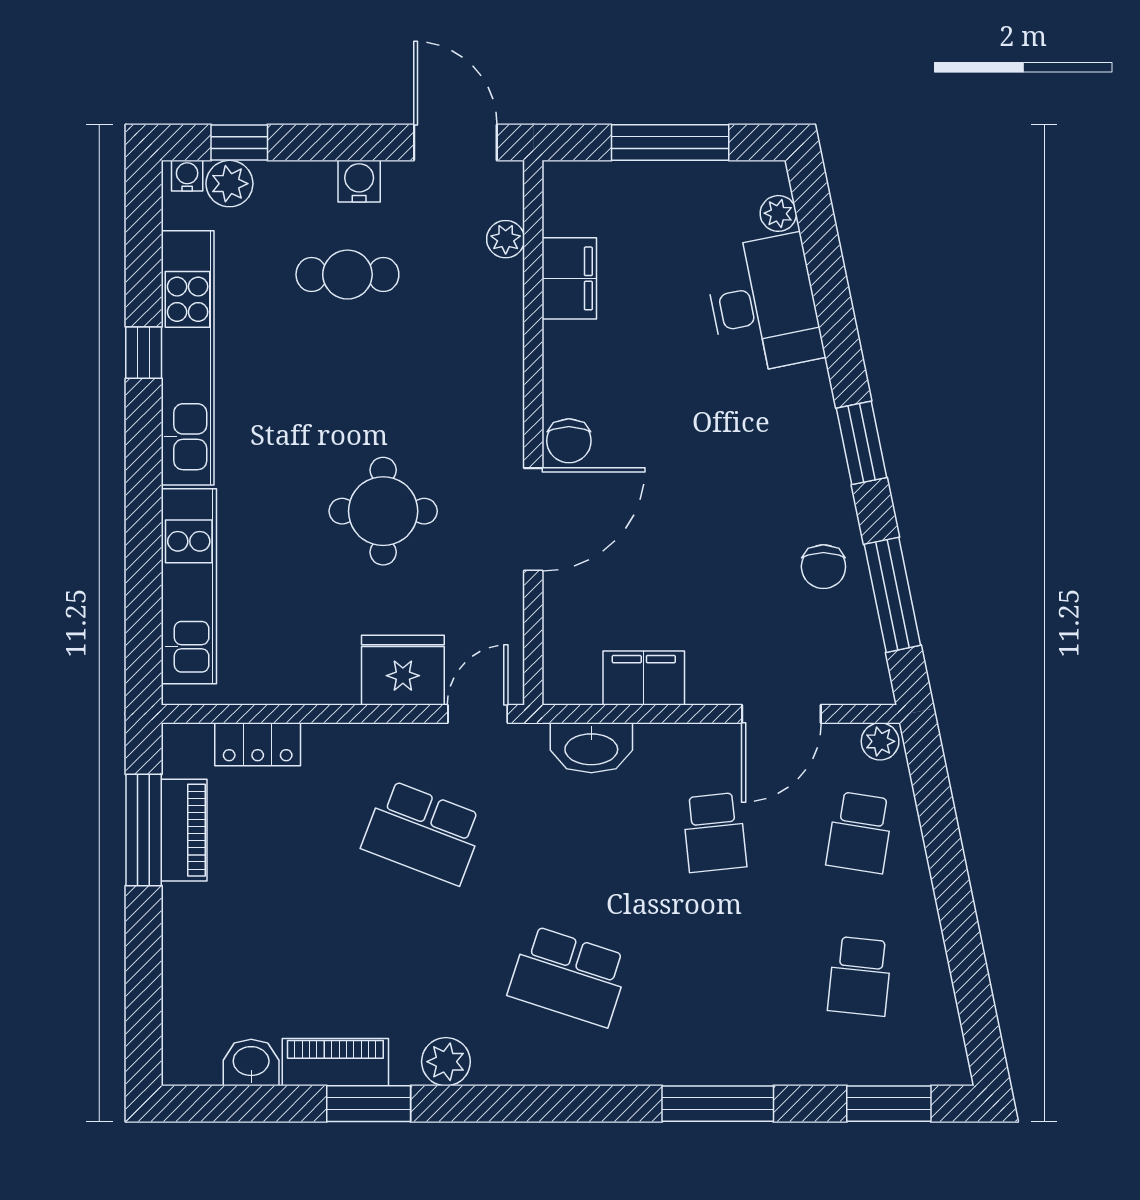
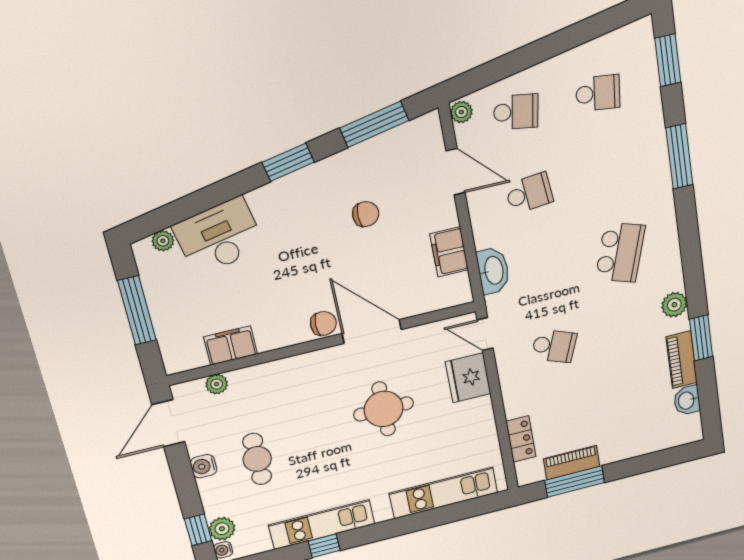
kitchen unit: (188, 358) -> (322, 524), width x0.73
chair: (823, 567) -> (366, 214), moved
school desk: (423, 832) -> (554, 346), width x0.54

